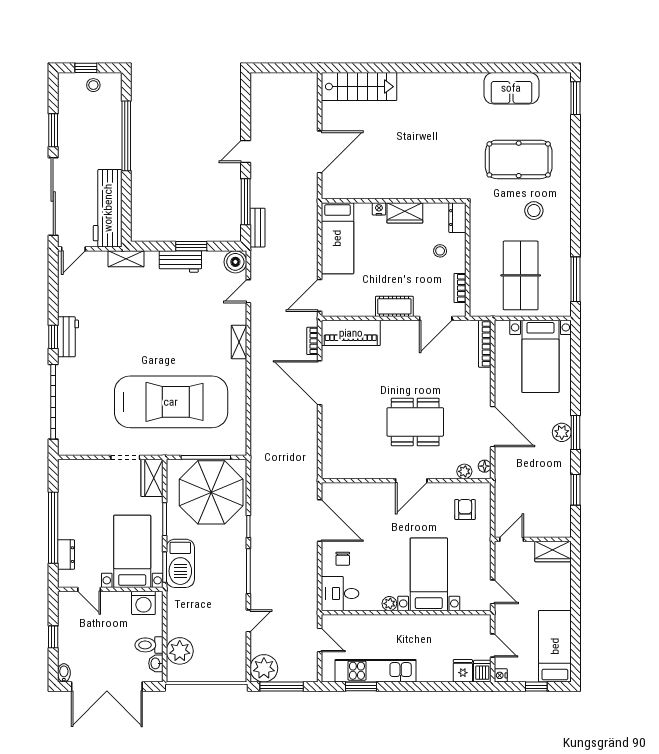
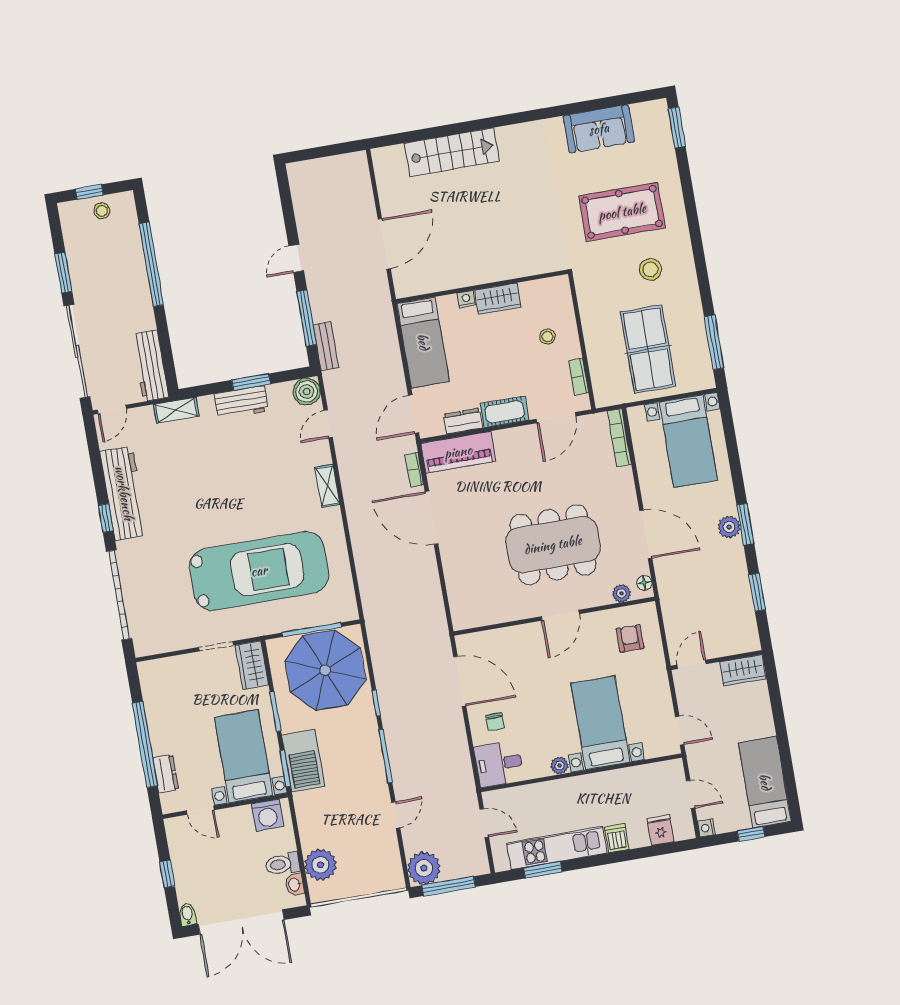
stairs: (359, 87) -> (452, 152), moved
workbench: (108, 208) -> (150, 366), width x0.73, depth x0.76
dresser: (457, 218) -> (463, 421), moved, turned 90
workbench: (68, 337) -> (124, 493), width x1.88, depth x1.32
dining table: (415, 422) -> (553, 545), width x1.36, depth x1.24
dishwasher: (482, 671) -> (617, 838), moved

